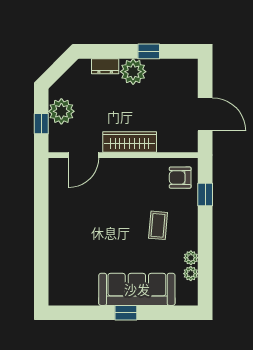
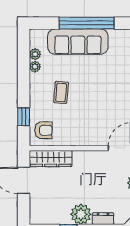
wardrobe: (130, 142) -> (51, 159), moved
window: (126, 313) -> (87, 23), width x3.17

